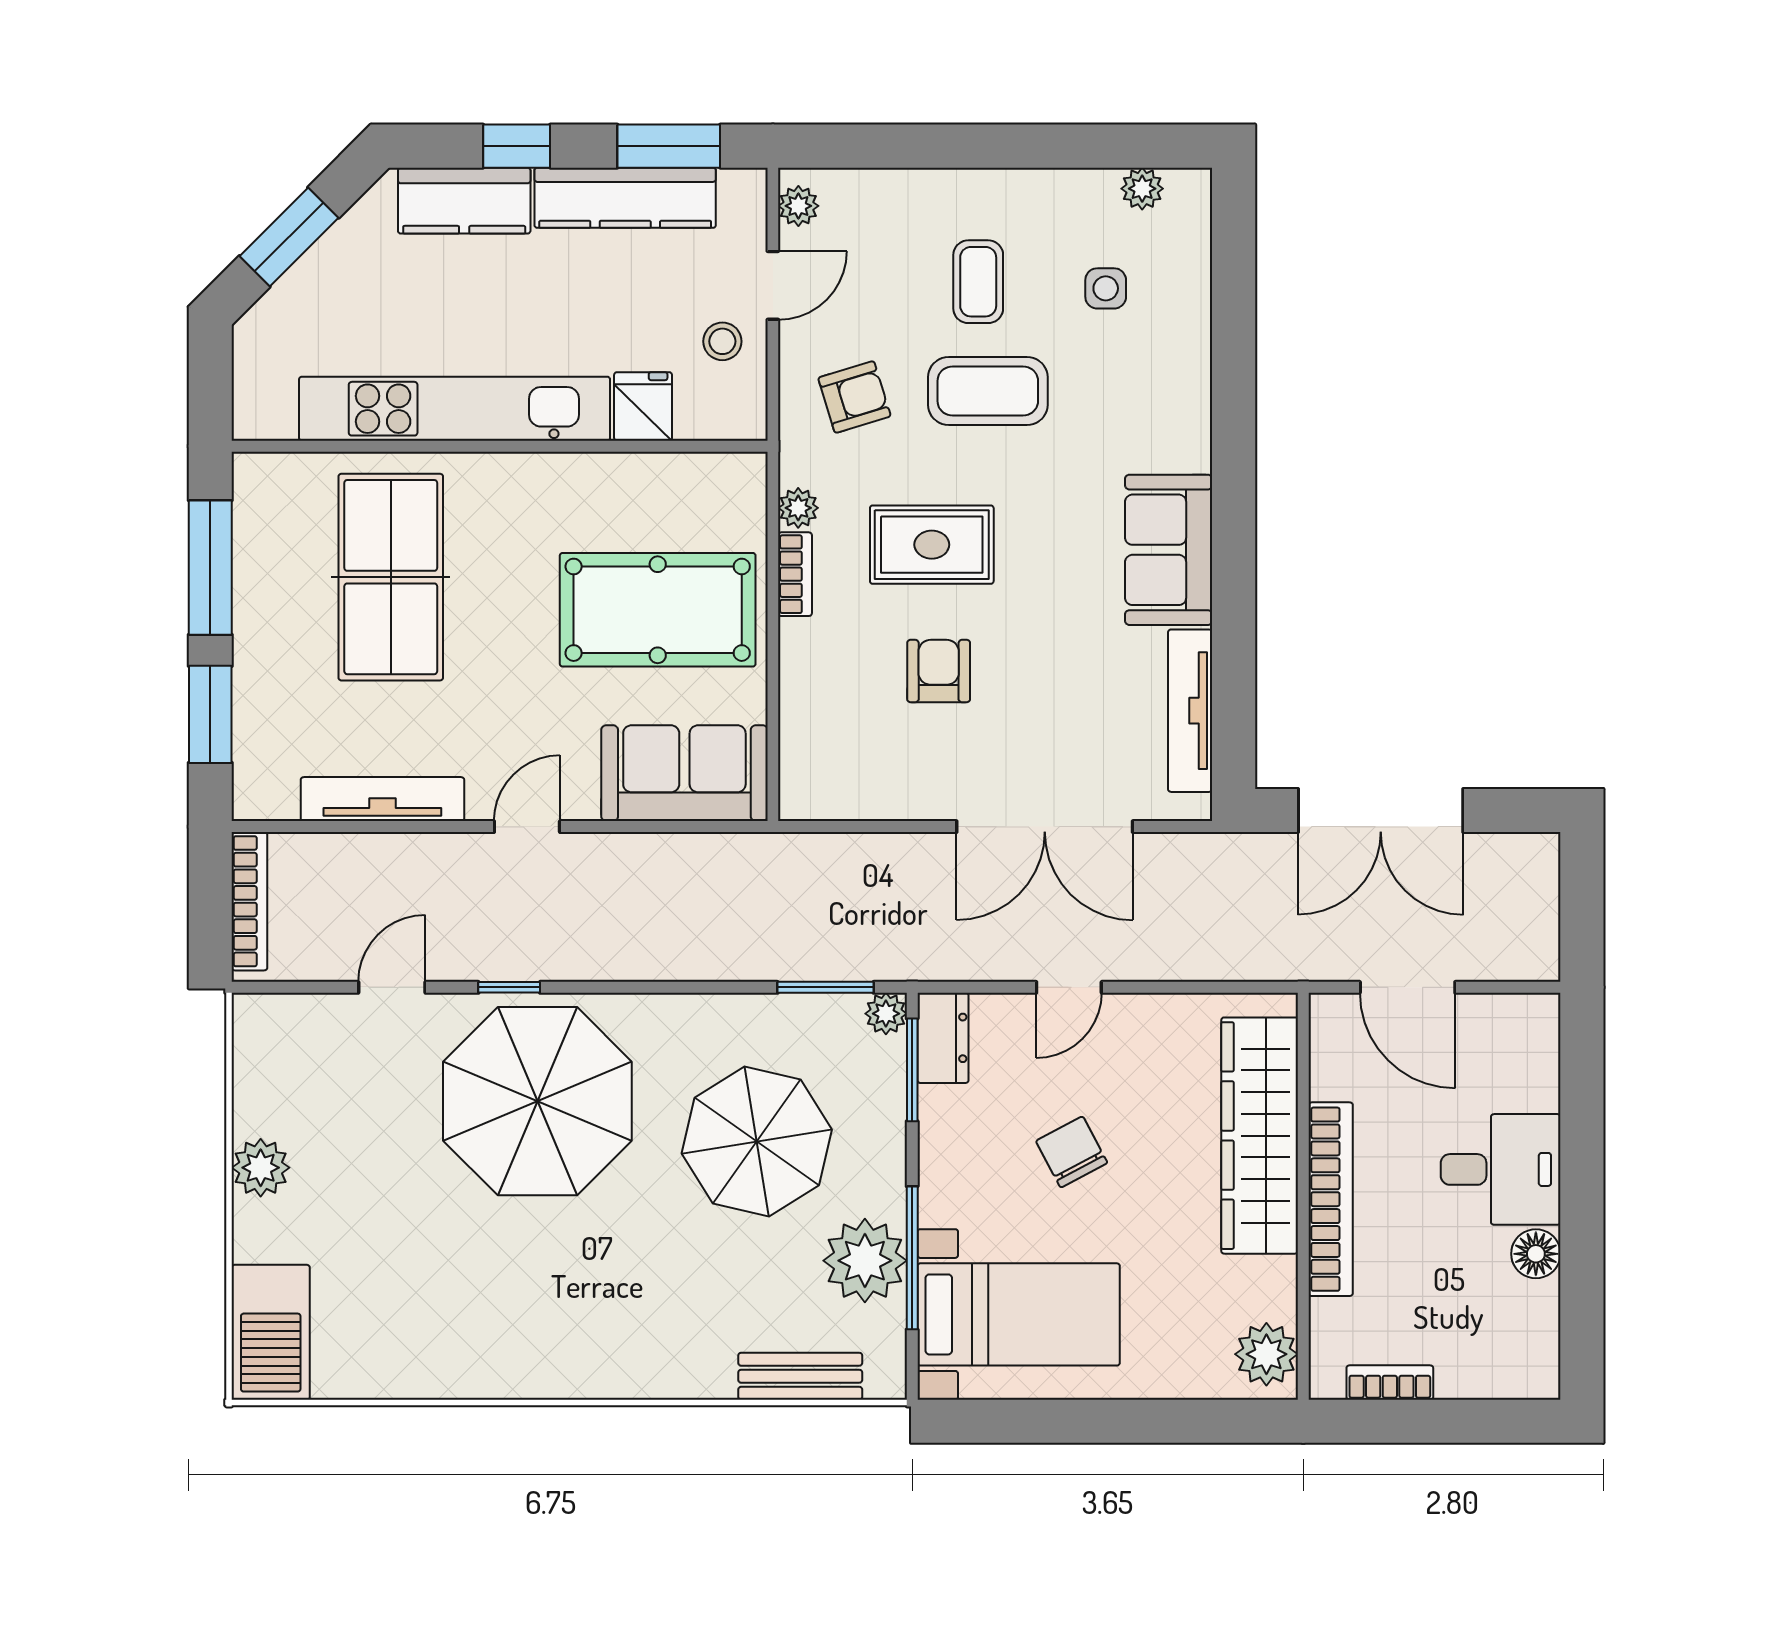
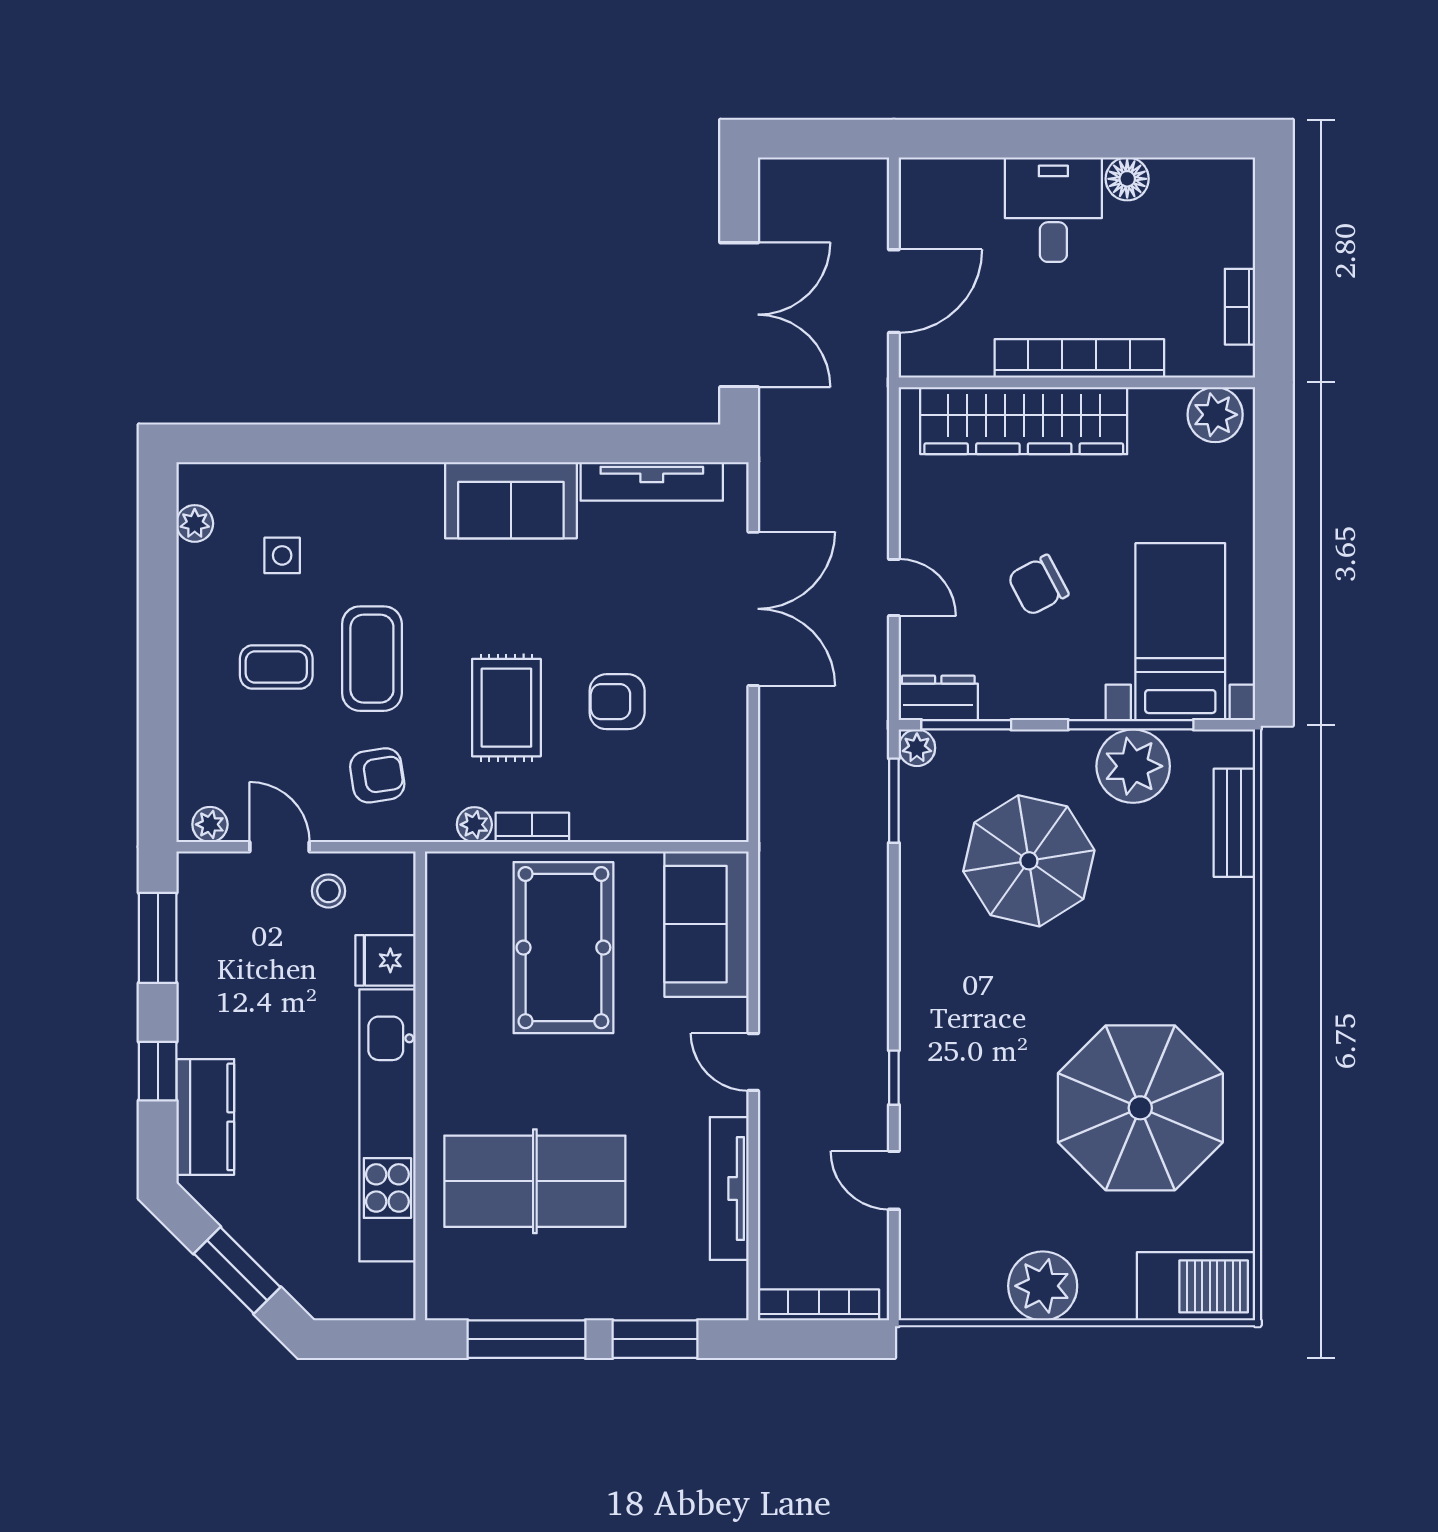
kitchen counter: (625, 198) -> (203, 976), removed
armchair: (854, 397) -> (377, 775), turned 98
parasol: (537, 1101) -> (1140, 1108), moved
plant: (261, 1168) -> (1043, 1286), width x1.36, depth x1.36

